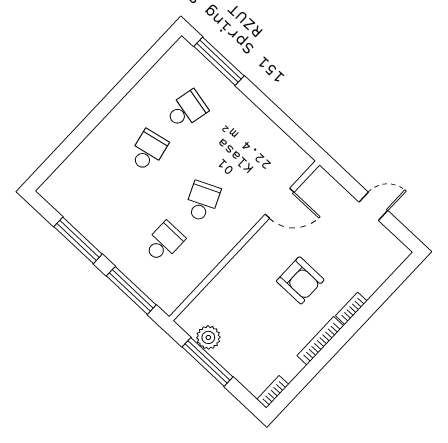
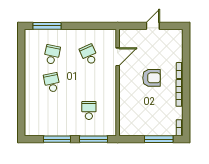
school desk: (202, 201) -> (89, 55), moved
plant: (208, 337) -> (138, 130), removed
window: (207, 362) -> (159, 139), moved

